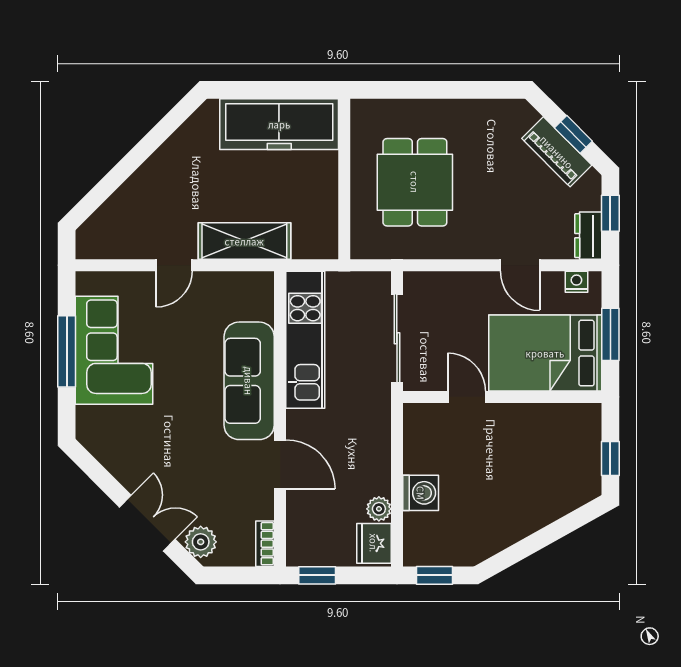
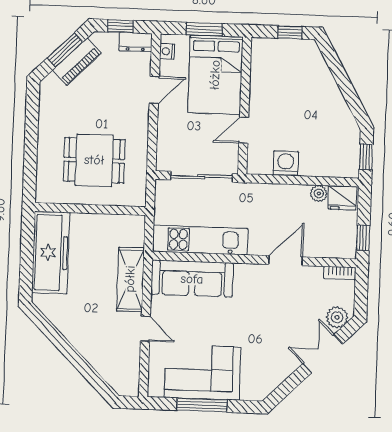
window: (573, 134) -> (65, 50), width x1.50
sofa: (249, 381) -> (192, 279), moved
washing machine: (421, 493) -> (286, 163), moved

